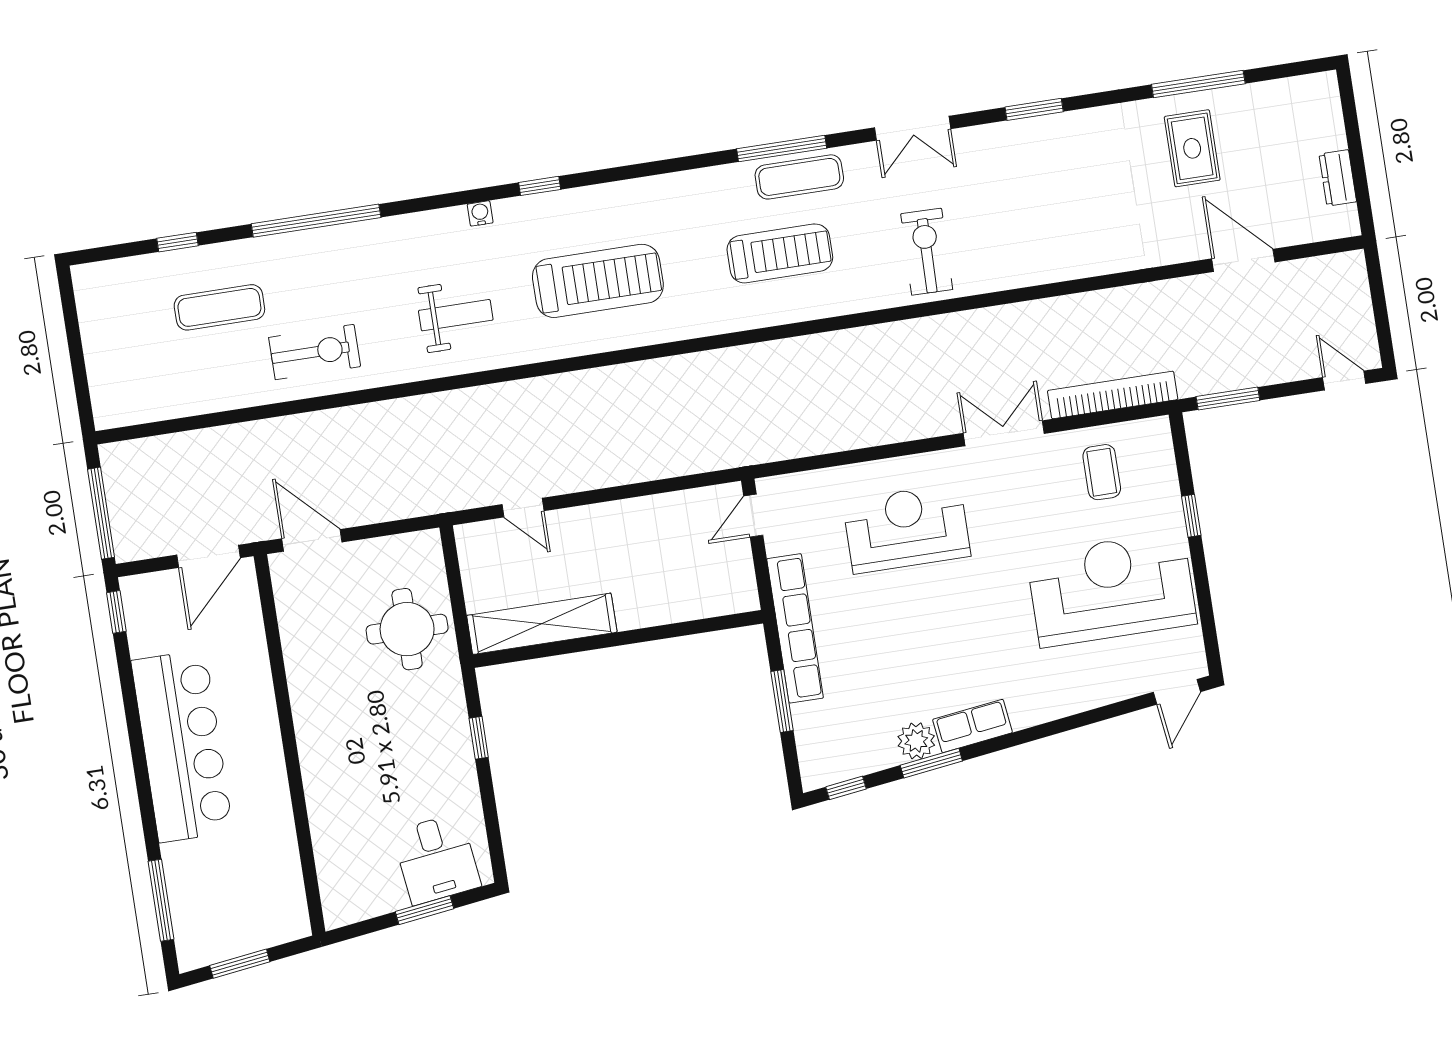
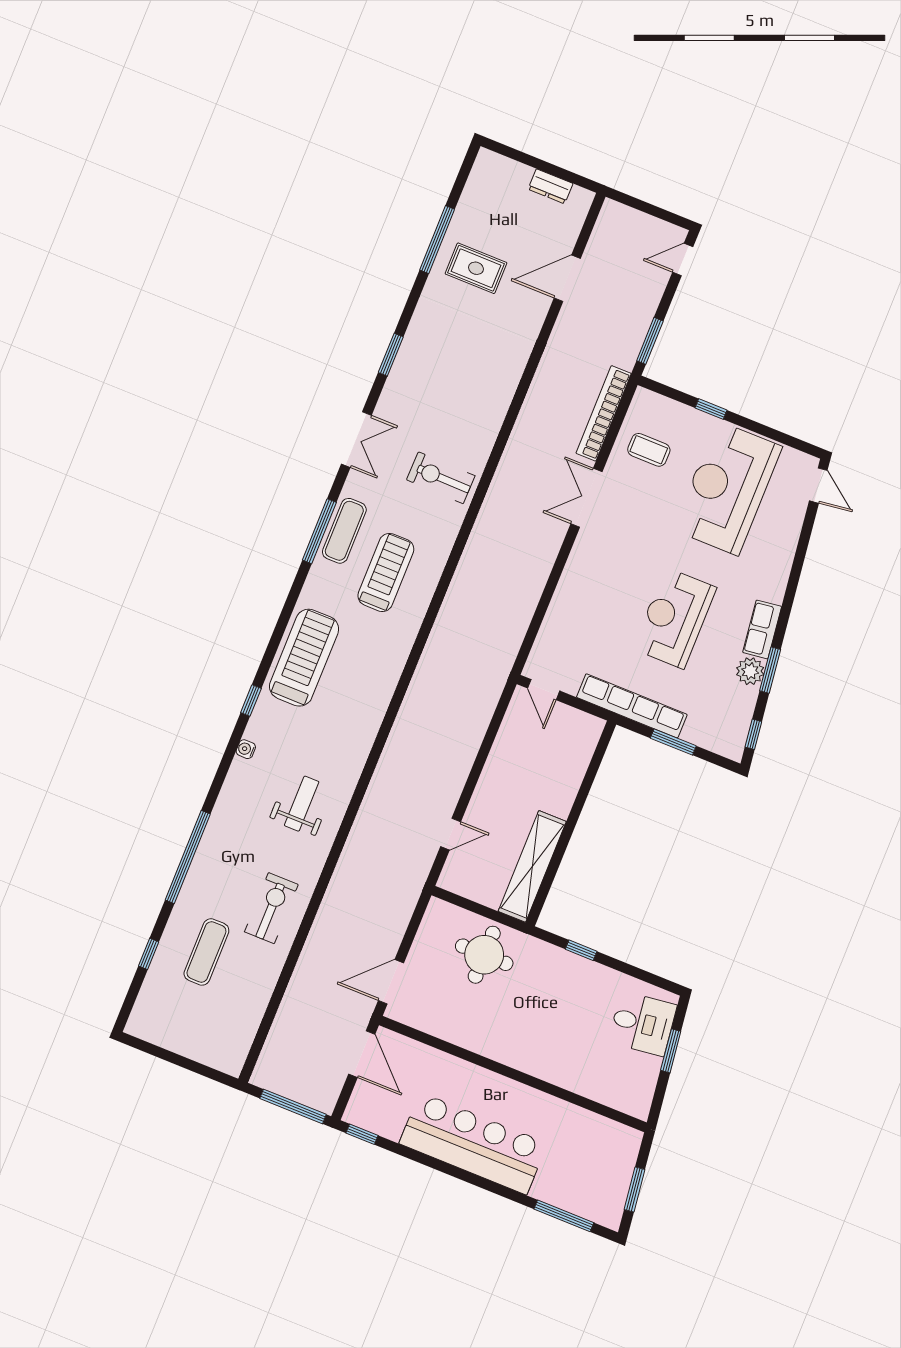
treadmill: (598, 281) -> (304, 658), moved
reception desk: (907, 528) -> (675, 618), moved

